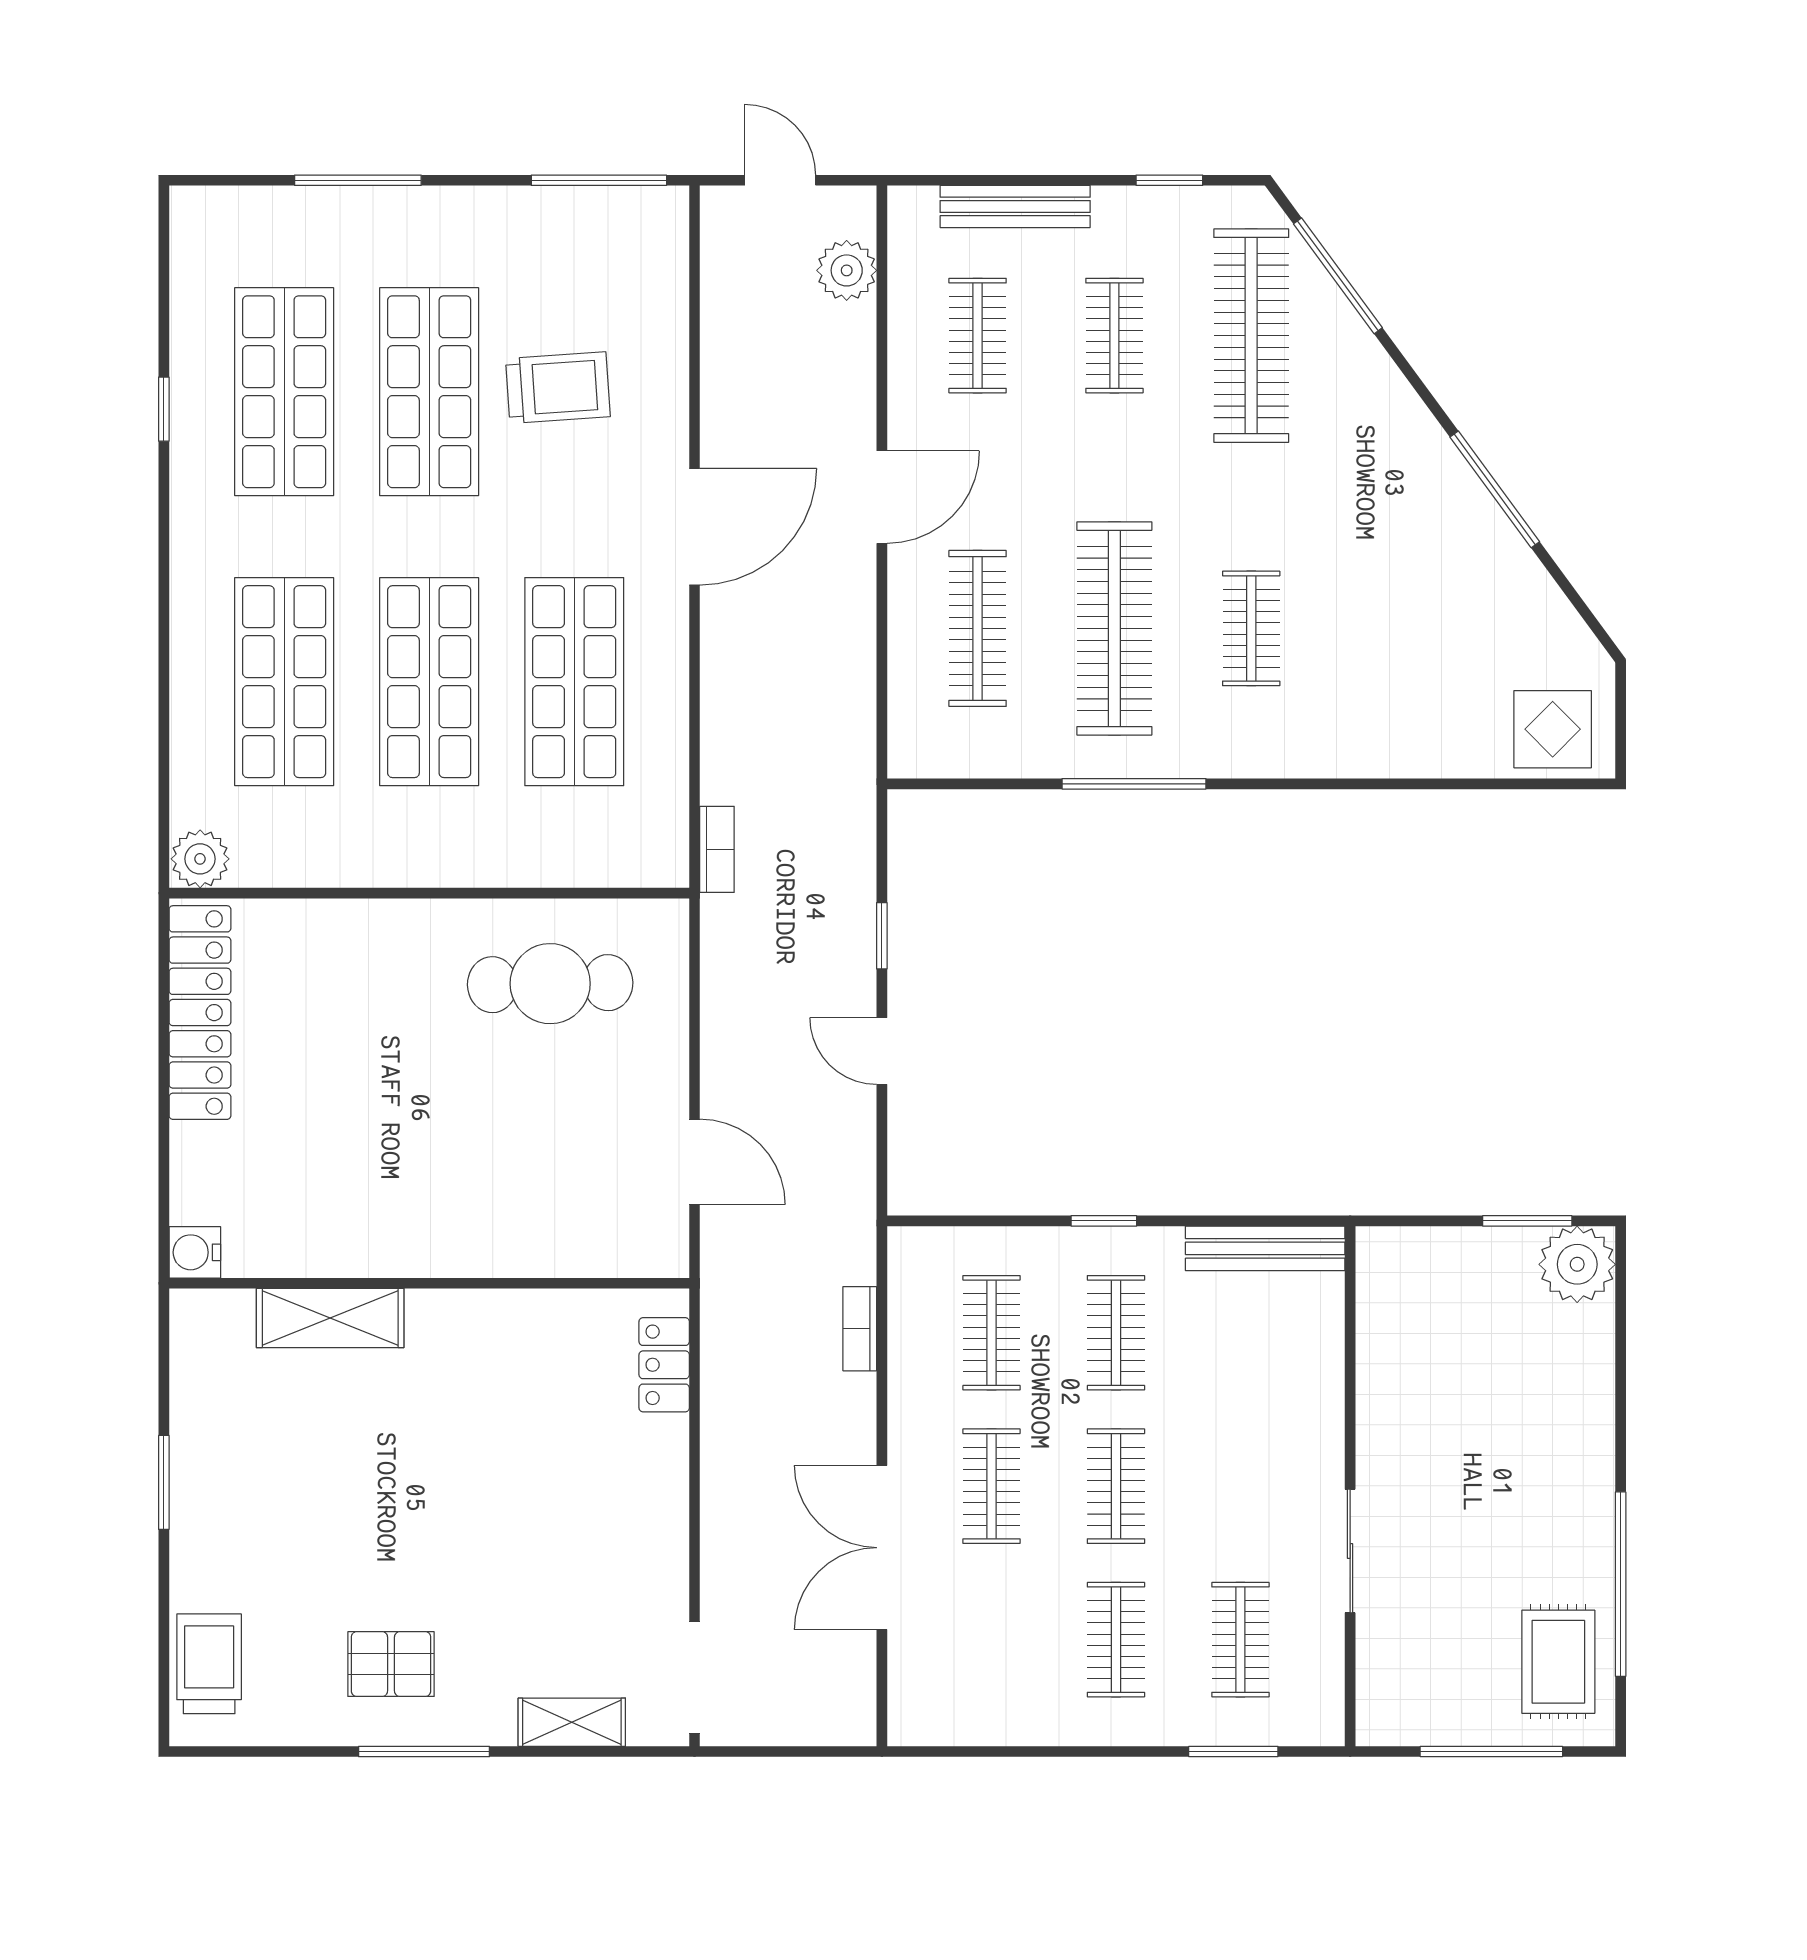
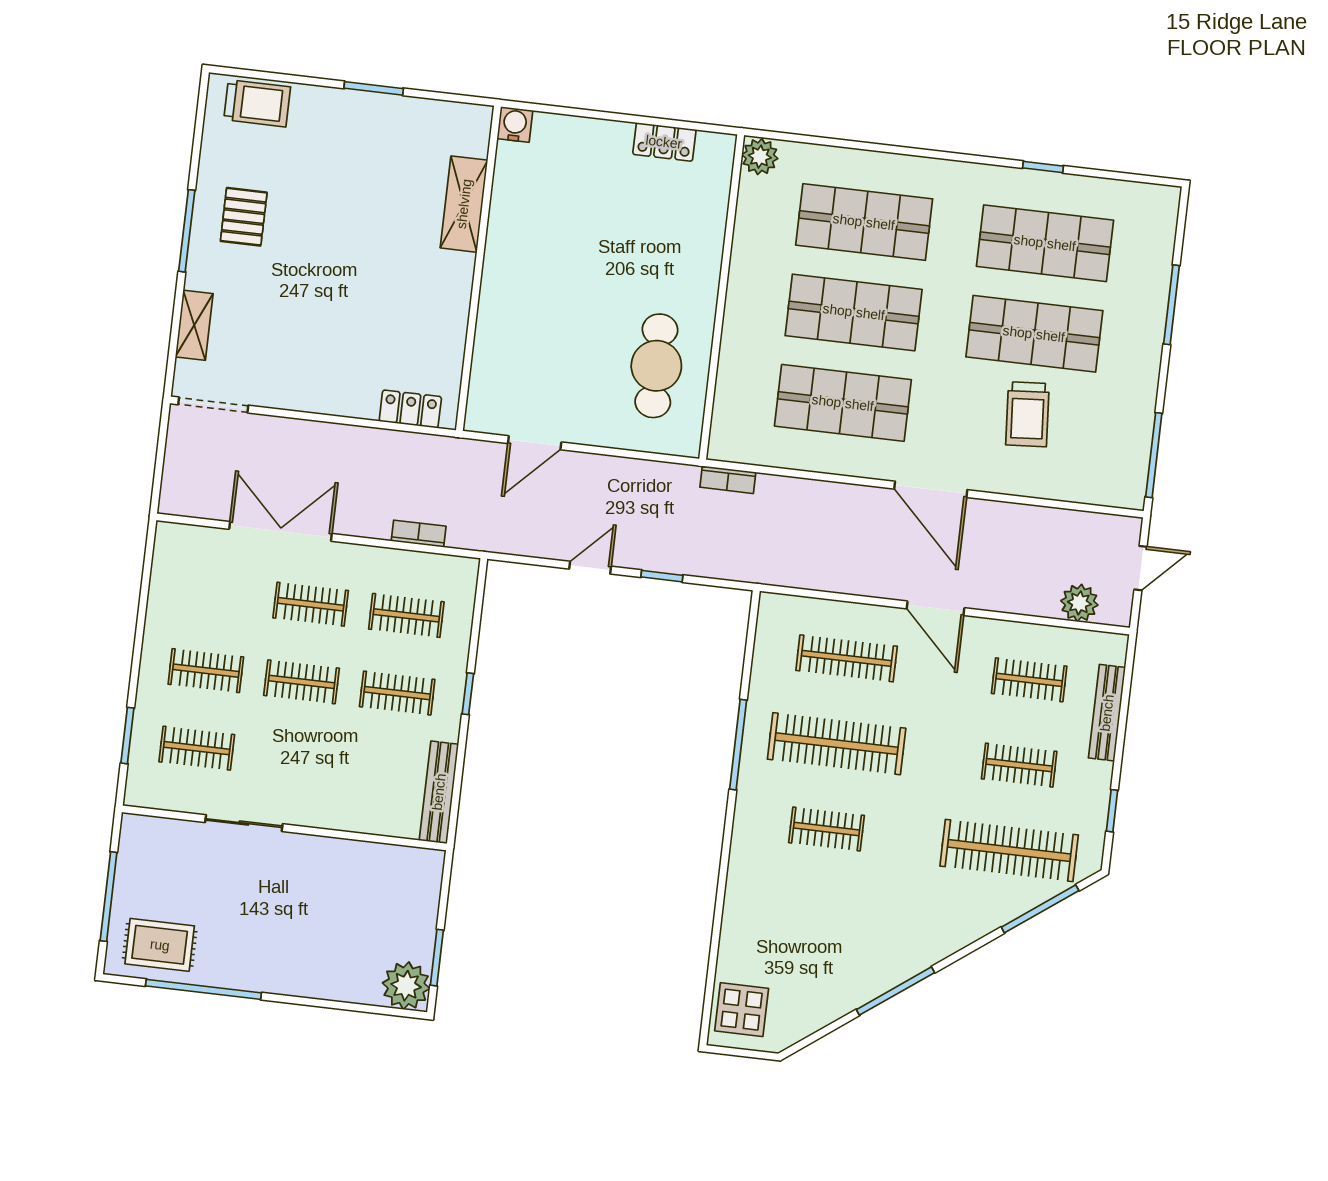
locker: (200, 1013) -> (664, 142), width x0.46, depth x0.83

